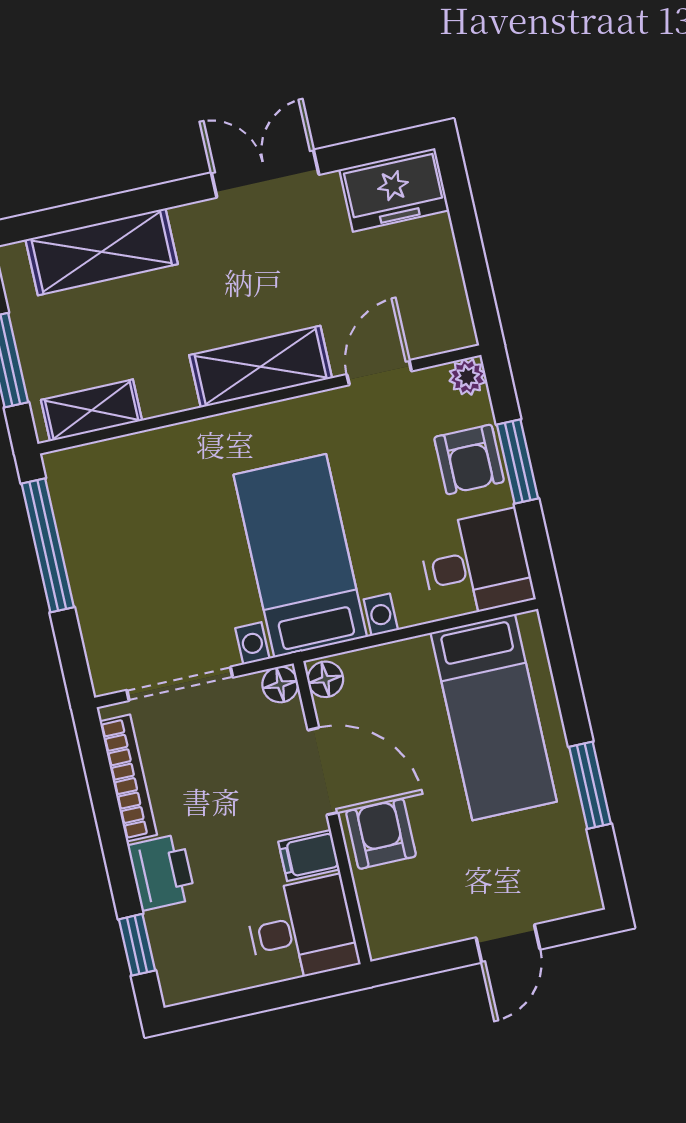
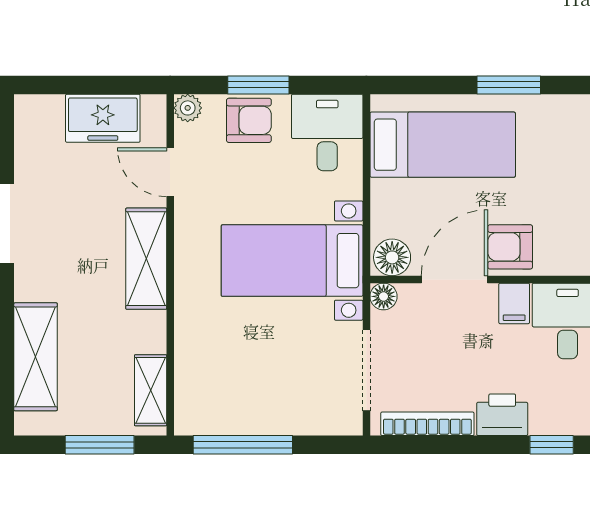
freezer: (394, 190) -> (103, 118), moved, turned 90
floor lamp: (325, 679) -> (392, 257), width x1.37, depth x1.37

